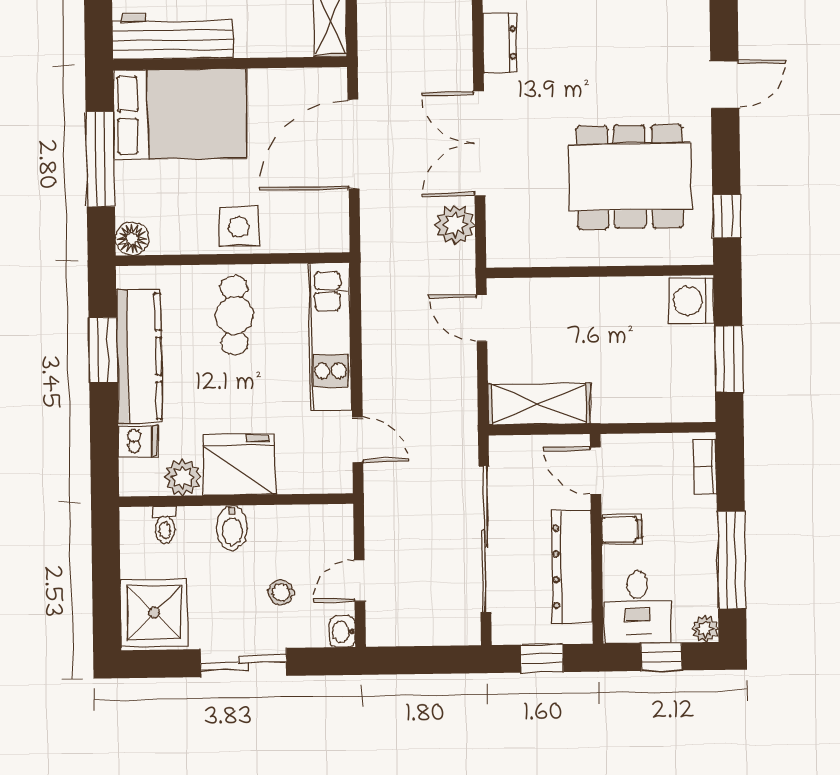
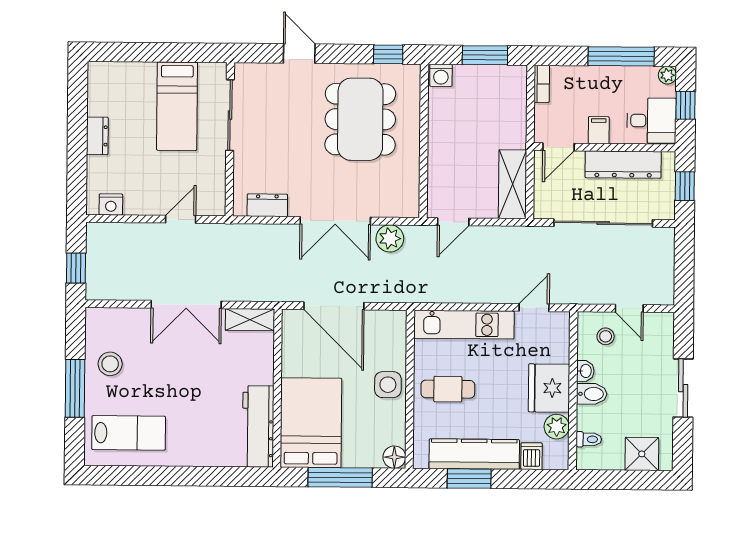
washing machine: (691, 301) -> (441, 75), width x0.73, depth x0.73
bookcase: (705, 467) -> (542, 84), moved, turned -90
stool: (281, 592) -> (606, 336), moved
shower: (154, 613) -> (642, 454), width x0.73, depth x0.73
washbasin: (342, 632) -> (585, 371), moved, turned -90

